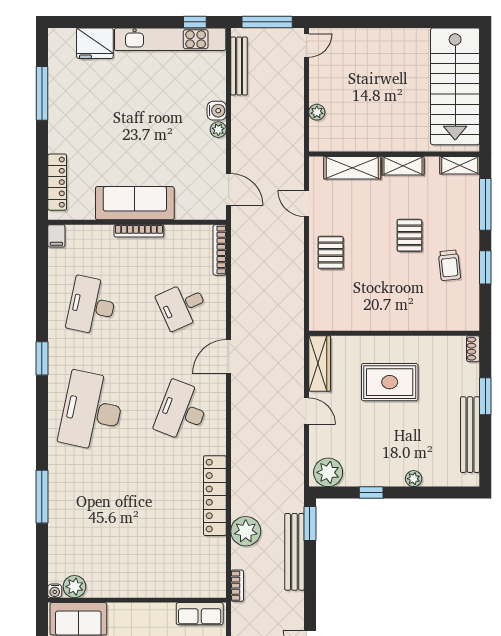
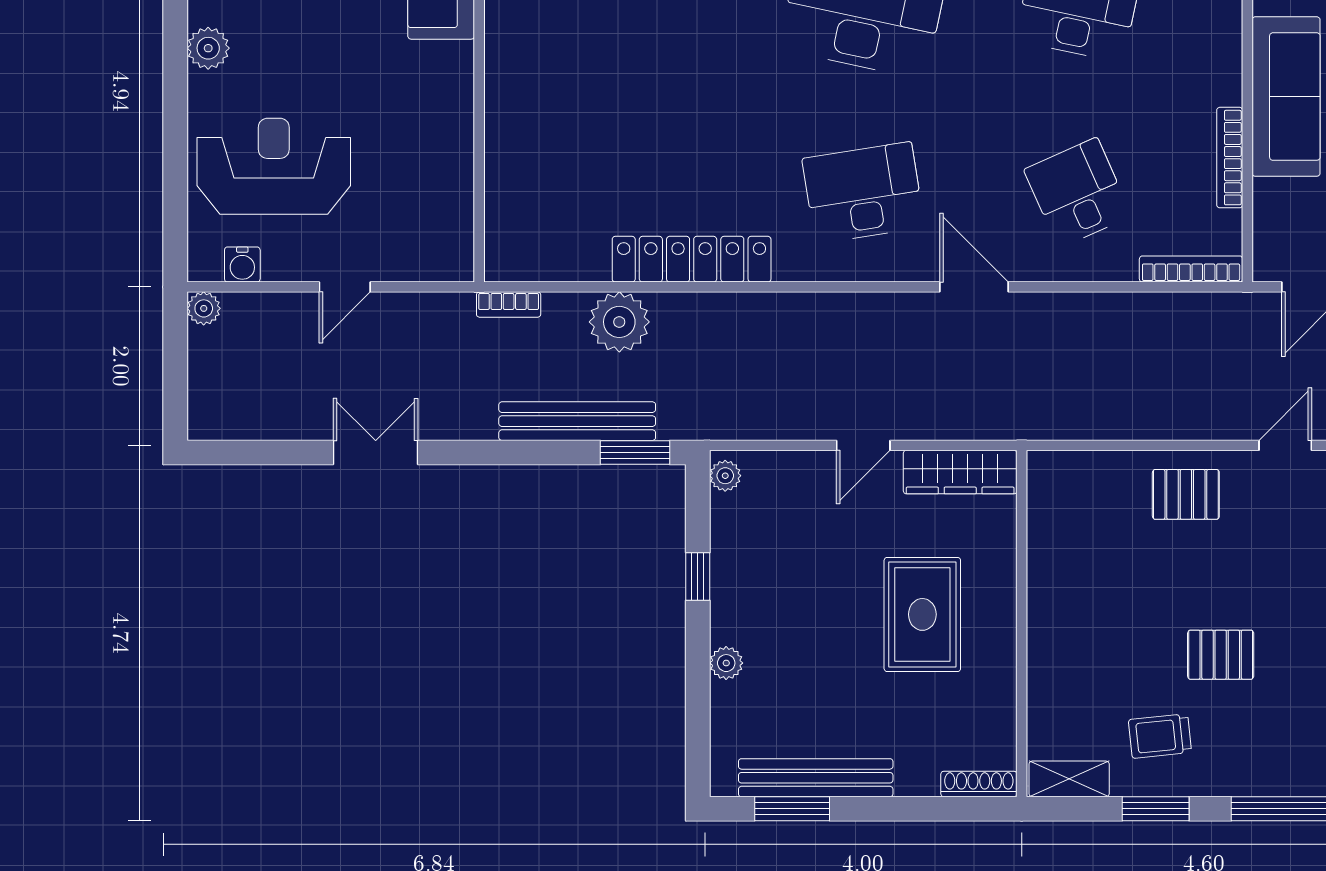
bookcase: (139, 231) -> (1230, 158), moved
shelving: (471, 310) -> (1069, 779), added
shoe rack: (473, 349) -> (979, 784), width x1.43
window: (485, 396) -> (792, 809), moved
desk: (182, 411) -> (863, 193), turned -30
plant: (328, 472) -> (725, 476), width x0.53, depth x0.53
row of seats: (200, 614) -> (452, 228), removed

